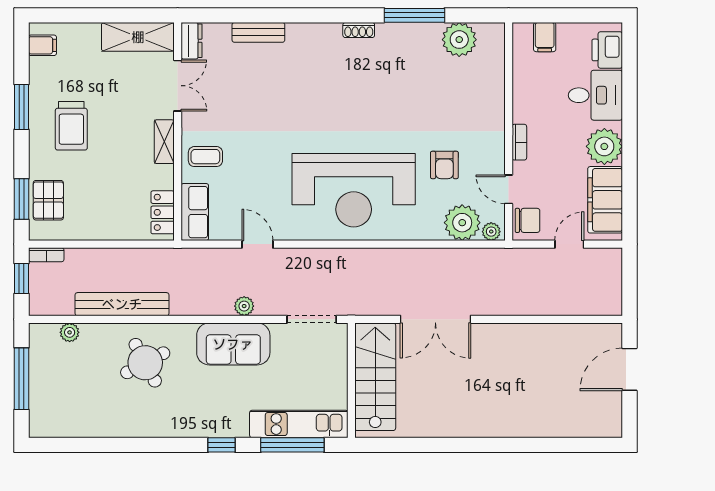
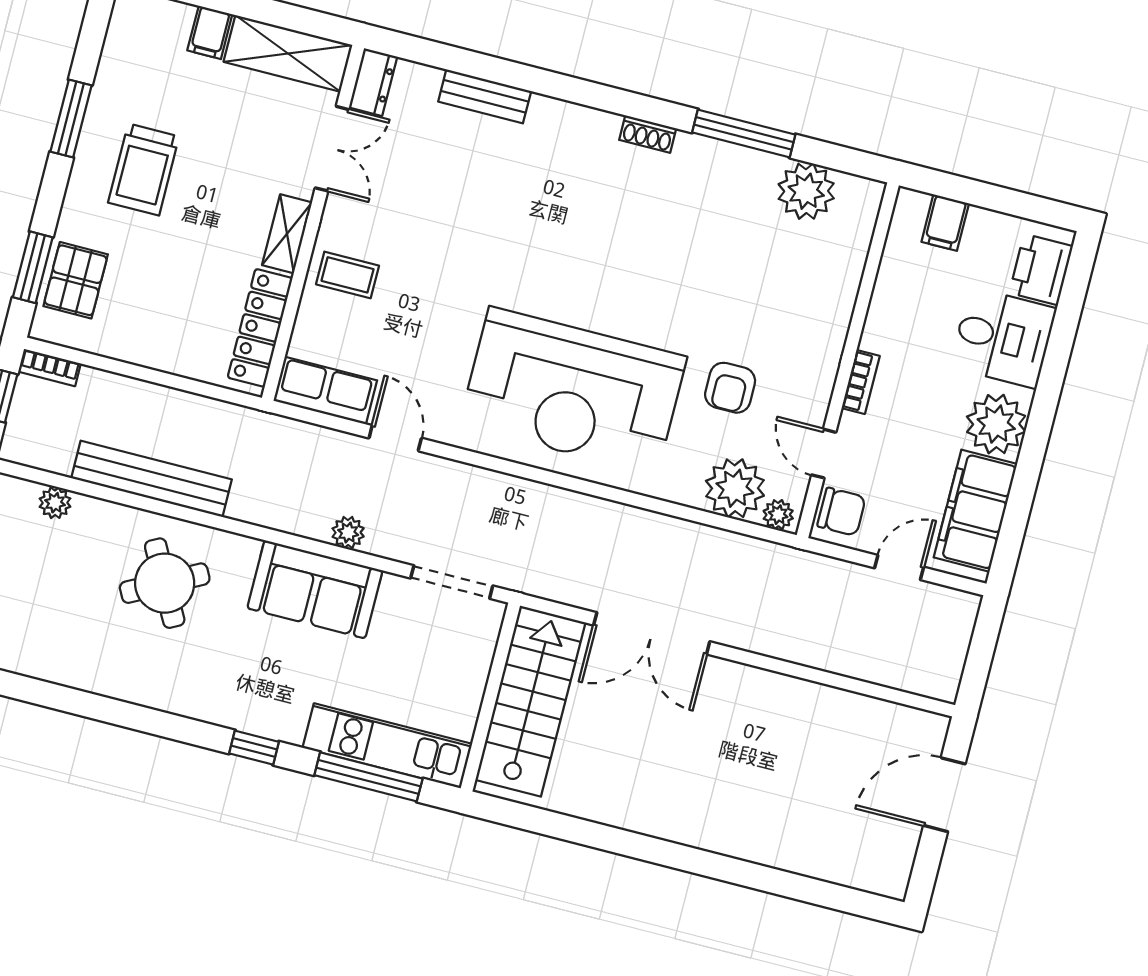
filing cabinet: (42, 45) -> (210, 32), moved, turned 90
locker: (163, 212) -> (260, 328), width x1.53
row of seats: (195, 212) -> (325, 391), moved, turned -90

